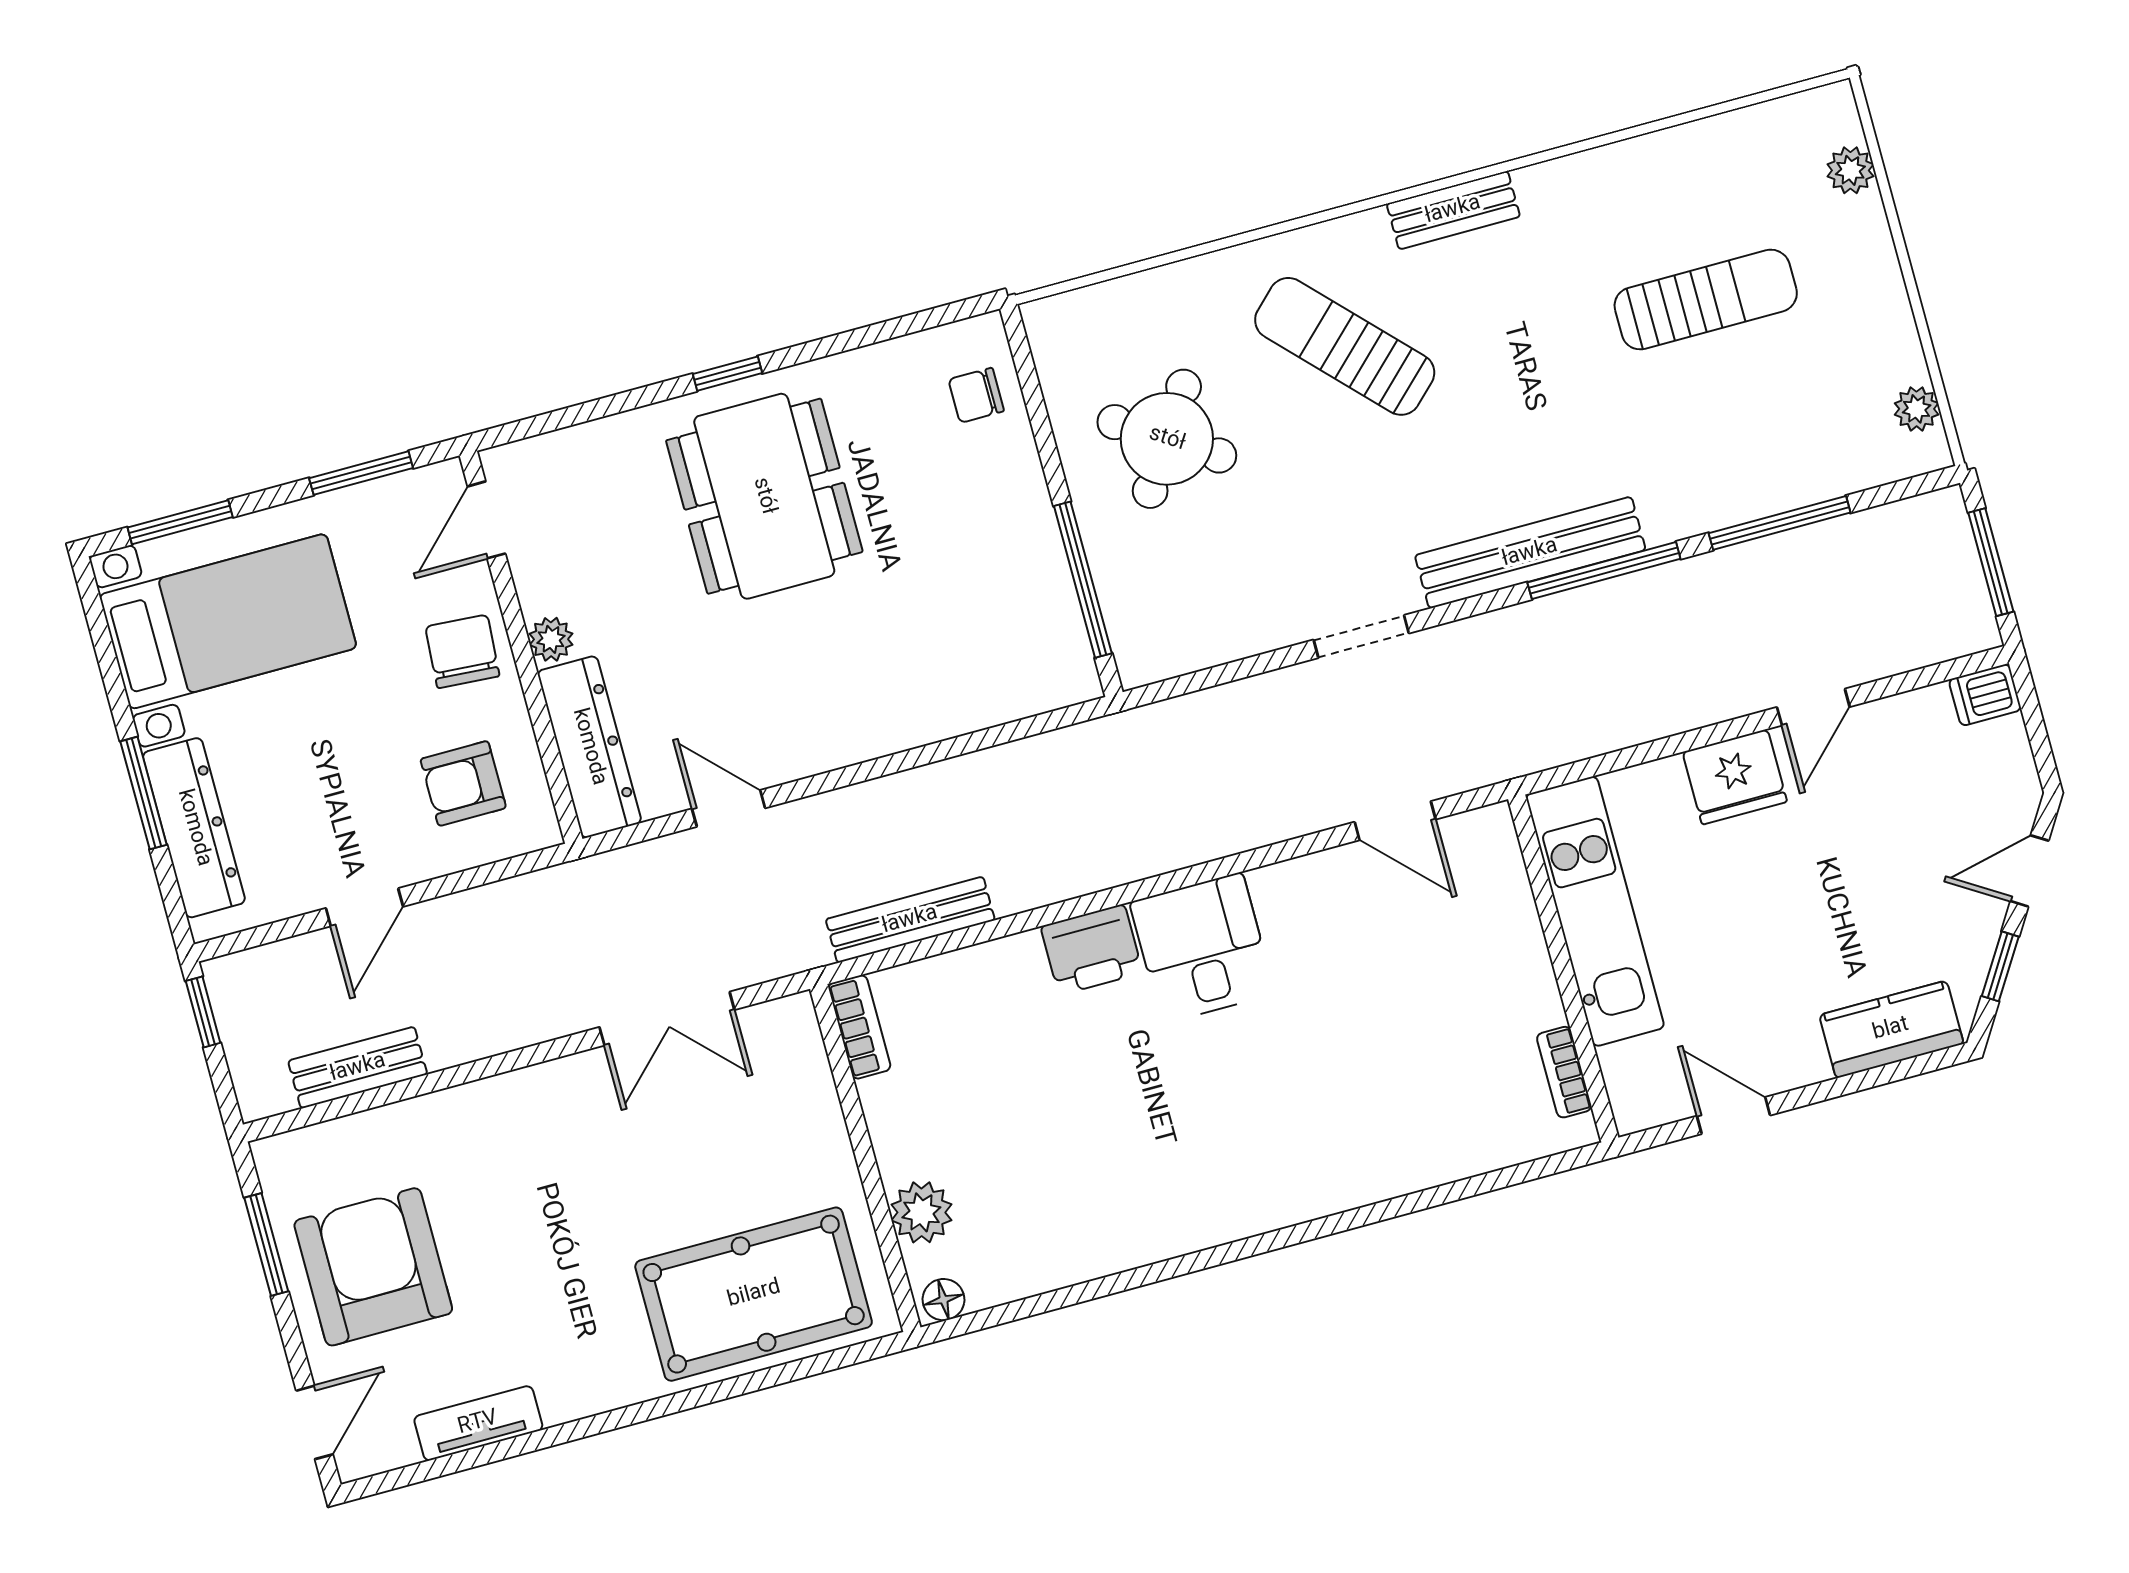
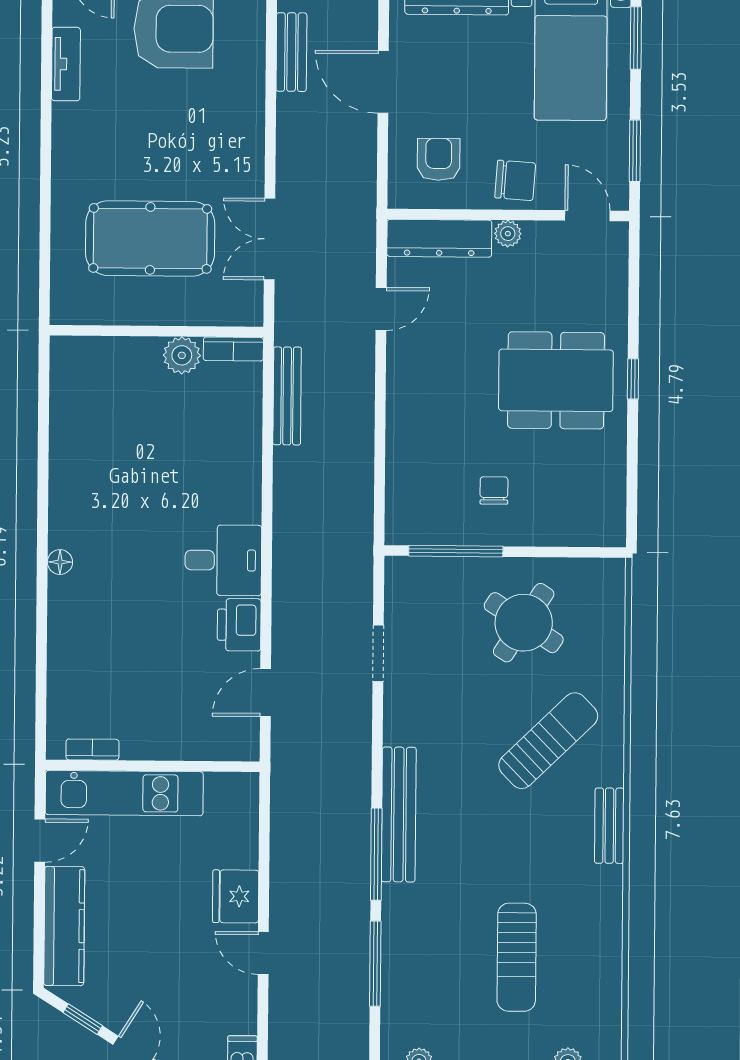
chair: (976, 395) -> (494, 490), moved
doorway: (1361, 636) -> (378, 653), moved
door: (364, 907) -> (383, 82), width x1.38
kitchen unit: (1595, 911) -> (124, 793), moved
printer: (1092, 950) -> (239, 625), moved
kitchen counter: (1891, 1029) -> (64, 926), width x1.50
plant: (921, 1212) -> (182, 355), moved
pool table: (754, 1294) -> (150, 238), moved, turned 90
floor lamp: (944, 1300) -> (60, 562), moved

